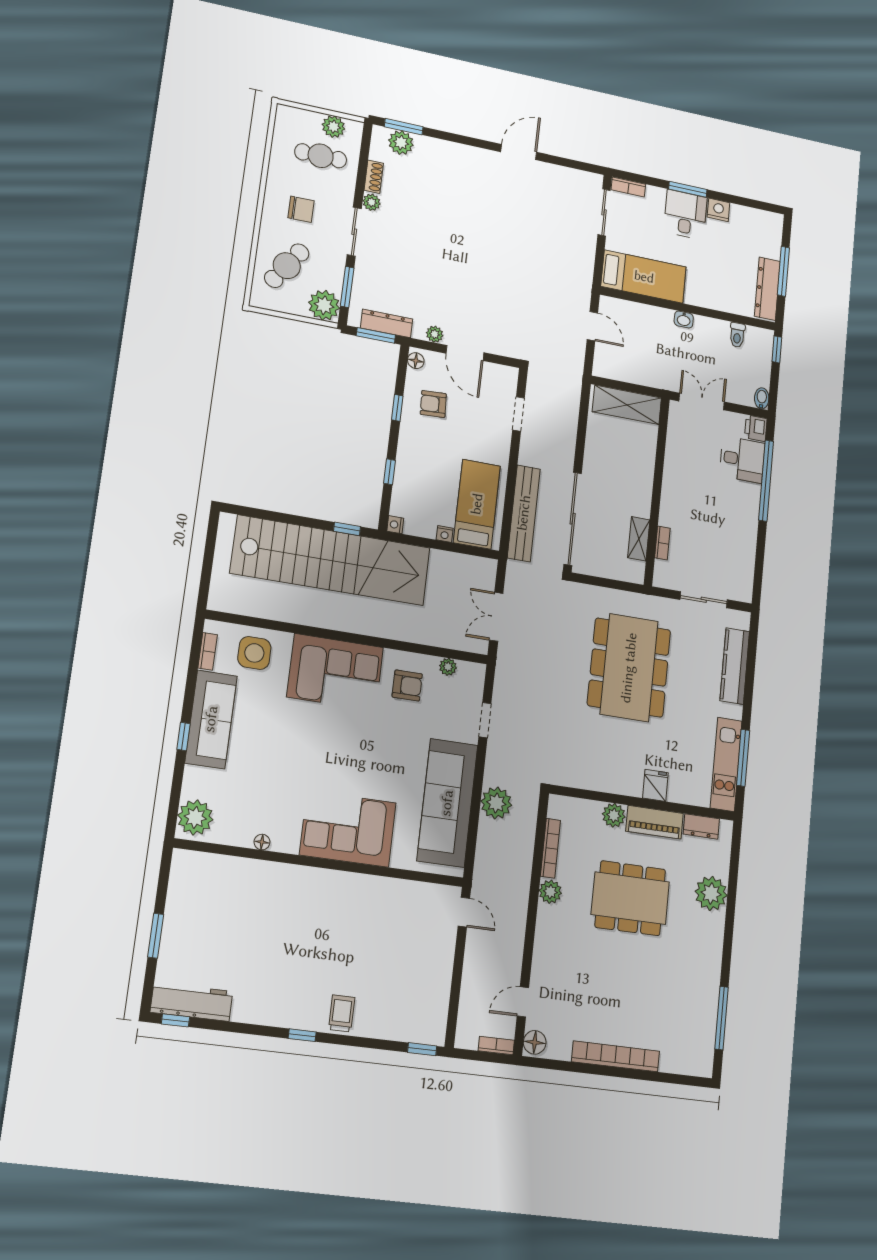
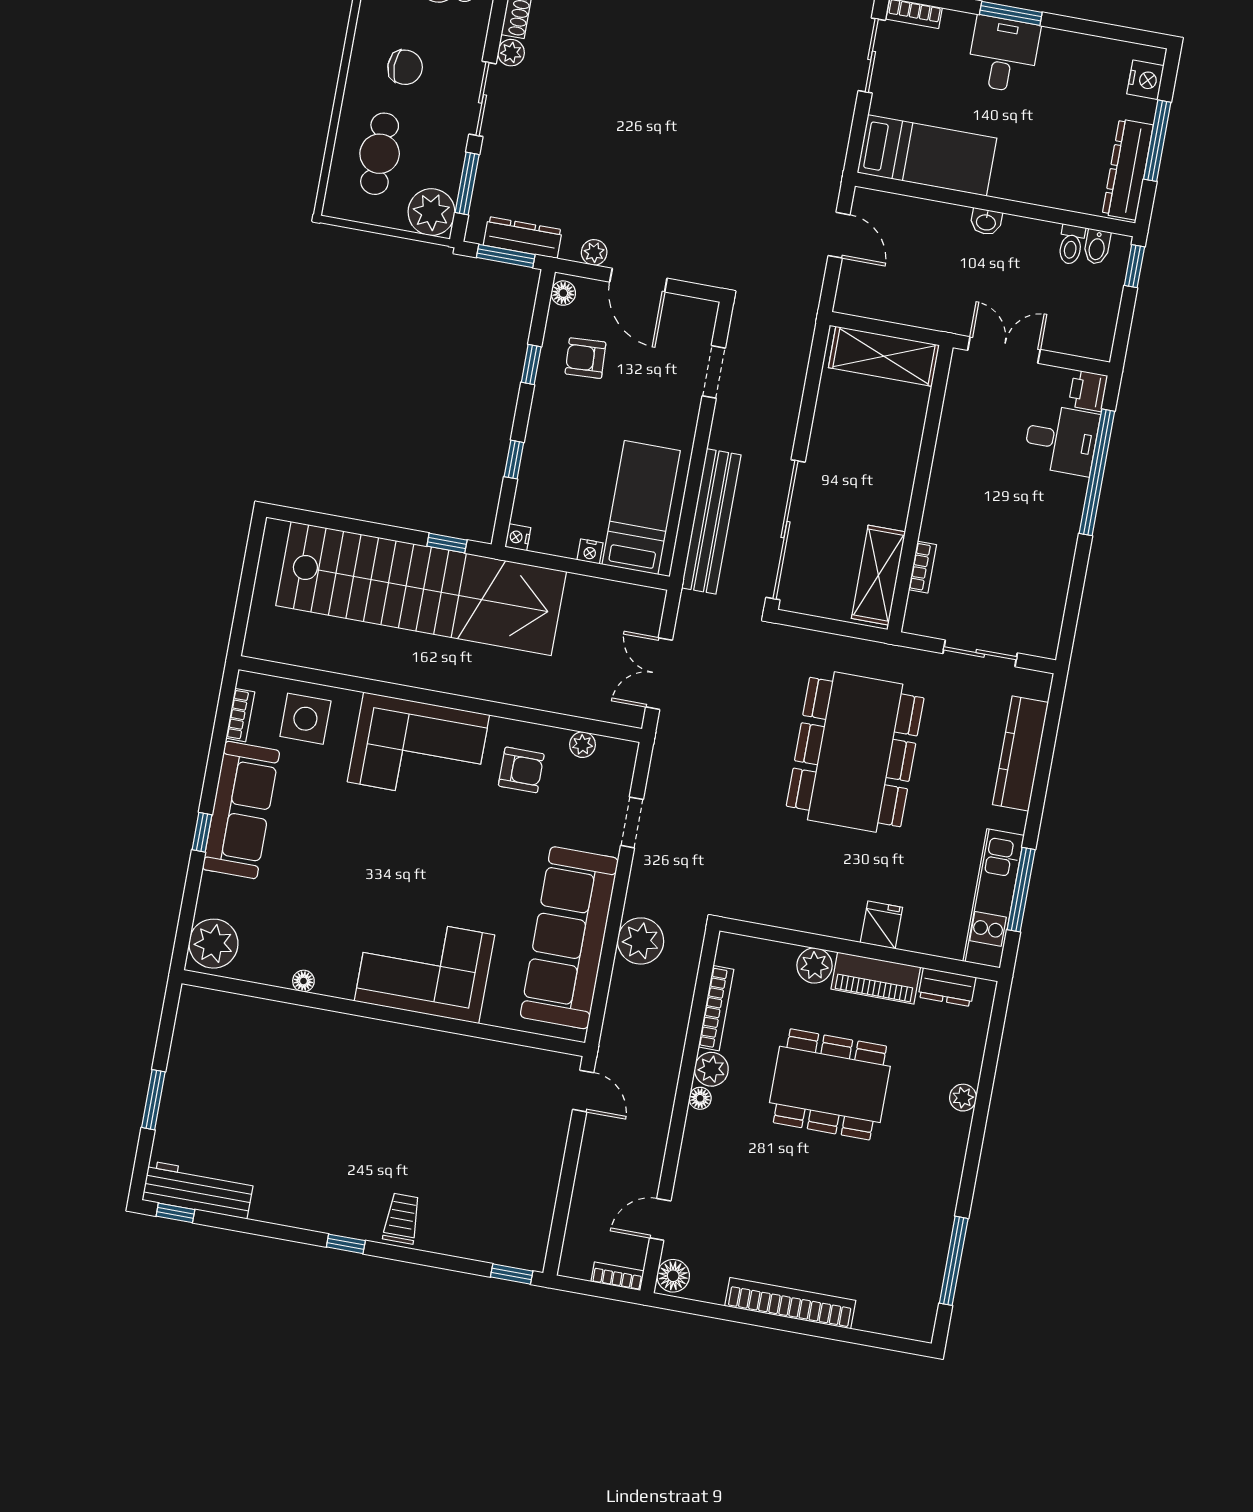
nightstand: (718, 210) -> (1145, 80), moved, turned 90
cafe table: (287, 266) -> (380, 154), turned -34
bidet: (762, 398) -> (1097, 247), moved, turned 180
shelving: (639, 539) -> (878, 575), width x1.50, depth x1.33
plant: (711, 893) -> (963, 1098), width x0.53, depth x0.53
floor lamp: (544, 913) -> (700, 1098), added

